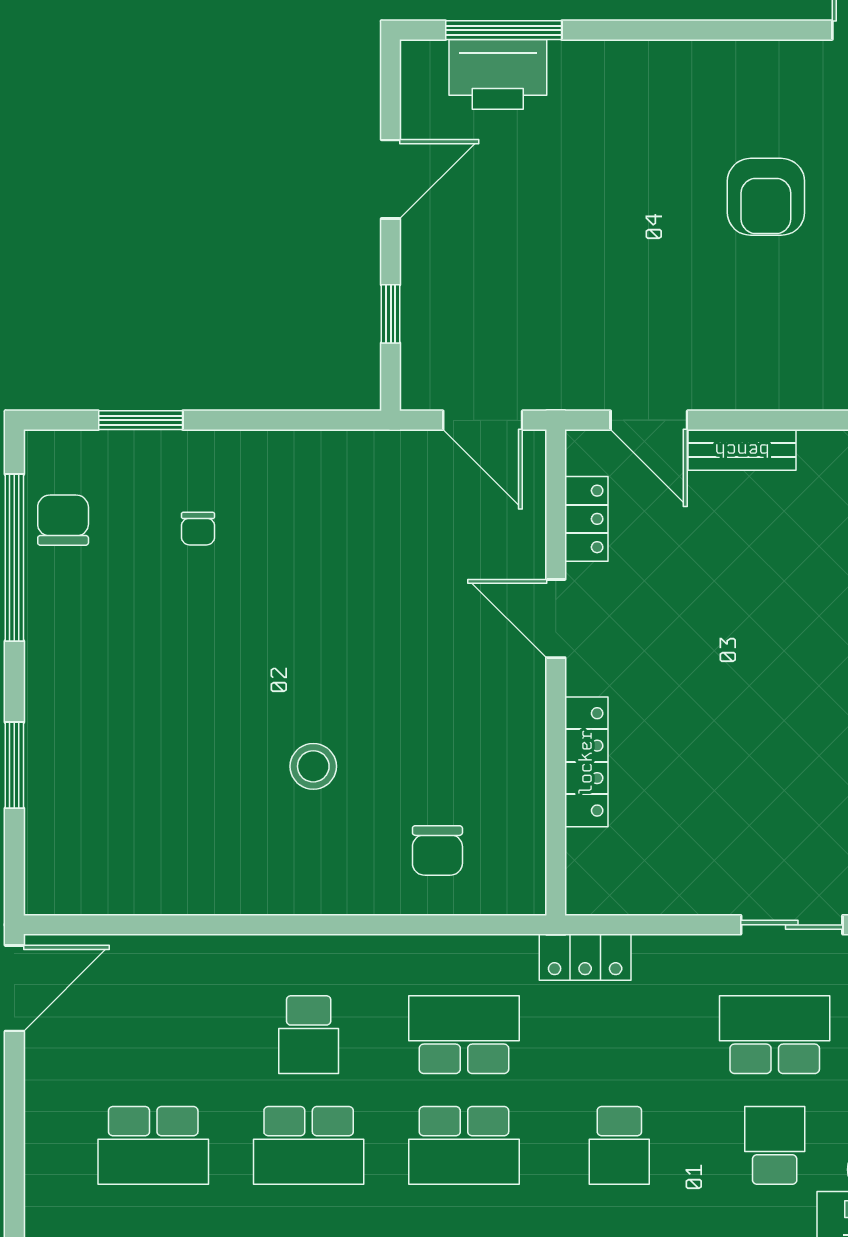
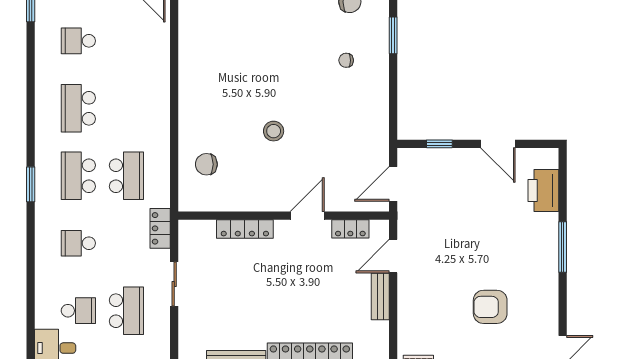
window: (504, 30) -> (563, 247), moved
stool: (313, 766) -> (274, 131), moved
sliding door: (792, 925) -> (174, 284), moved
school desk: (309, 1035) -> (126, 108), removed
school desk: (153, 1145) -> (78, 41), width x0.54

